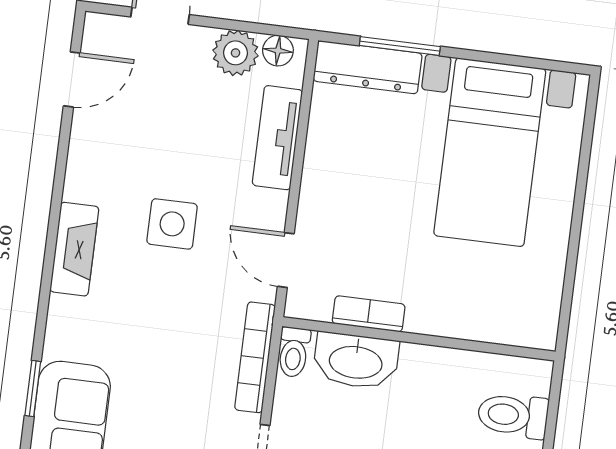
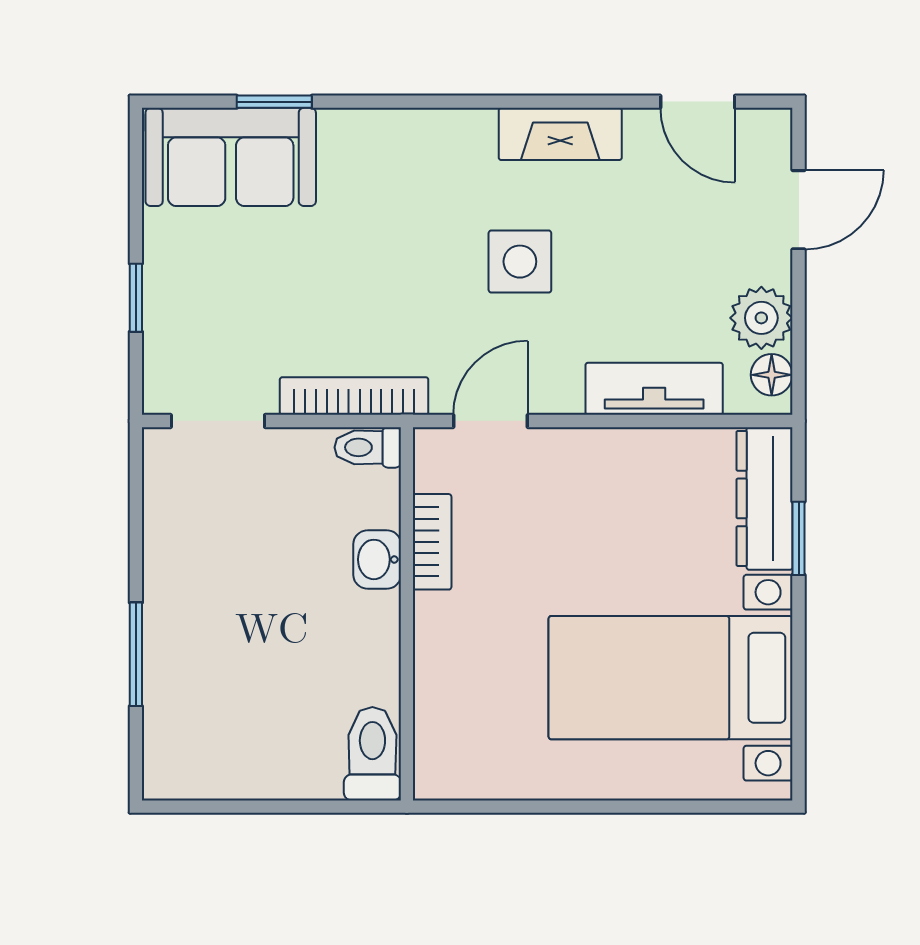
window: (400, 46) -> (799, 538), width x0.67
fireplace: (74, 249) -> (560, 134), moved
washbasin: (356, 361) -> (377, 559), width x0.52, depth x0.69
toilet: (513, 415) -> (372, 754), moved

